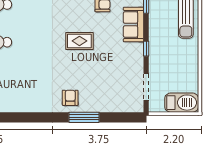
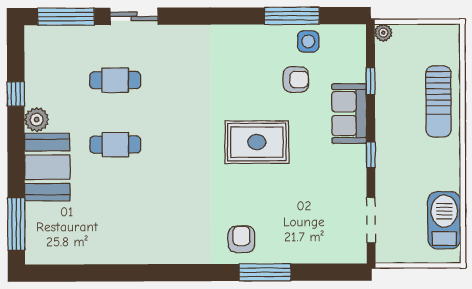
rug: (79, 41) -> (257, 142), width x1.36, depth x1.43
barbecue: (182, 103) -> (444, 220), moved, turned -90

